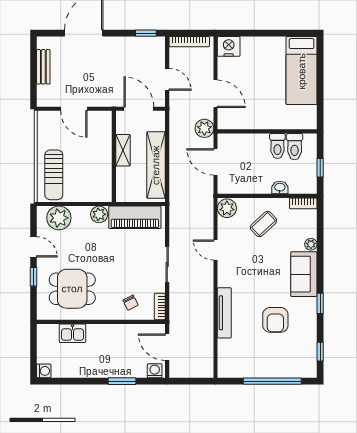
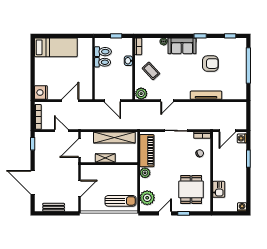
door: (167, 79) -> (61, 131), hinge flipped
plant: (204, 128) -> (92, 108), removed
door: (216, 162) -> (112, 101), hinge flipped

